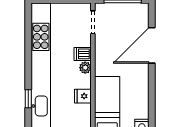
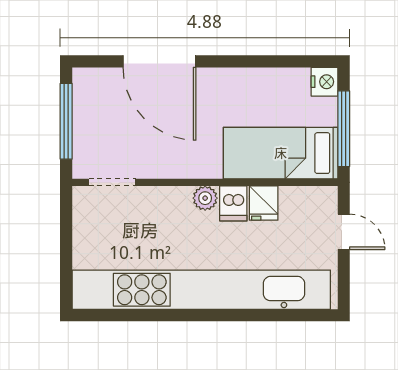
dishwasher: (83, 54) -> (233, 203), moved
window: (28, 99) -> (269, 315), removed

